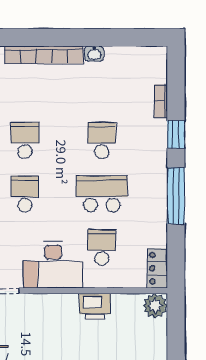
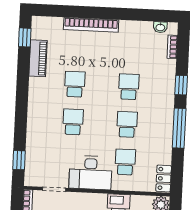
washbasin: (94, 54) -> (160, 27), moved
bookcase: (161, 101) -> (172, 47), moved
school desk: (102, 194) -> (127, 124), width x0.54

